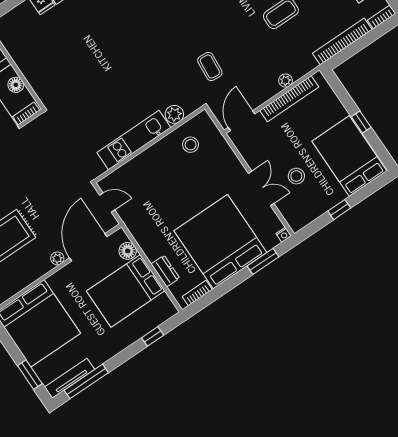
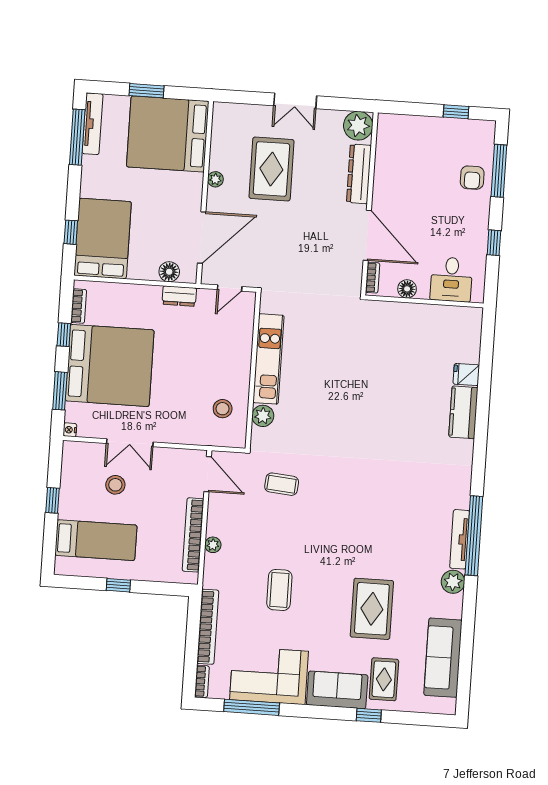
bed: (349, 156) -> (96, 540), width x0.67
door: (88, 247) -> (202, 237), hinge flipped
plant: (57, 258) -> (215, 179), moved
dresser: (165, 271) -> (179, 296), moved
window: (224, 288) -> (64, 335), added
bed: (126, 291) -> (103, 239), moved
window: (30, 375) -> (147, 91), moved

